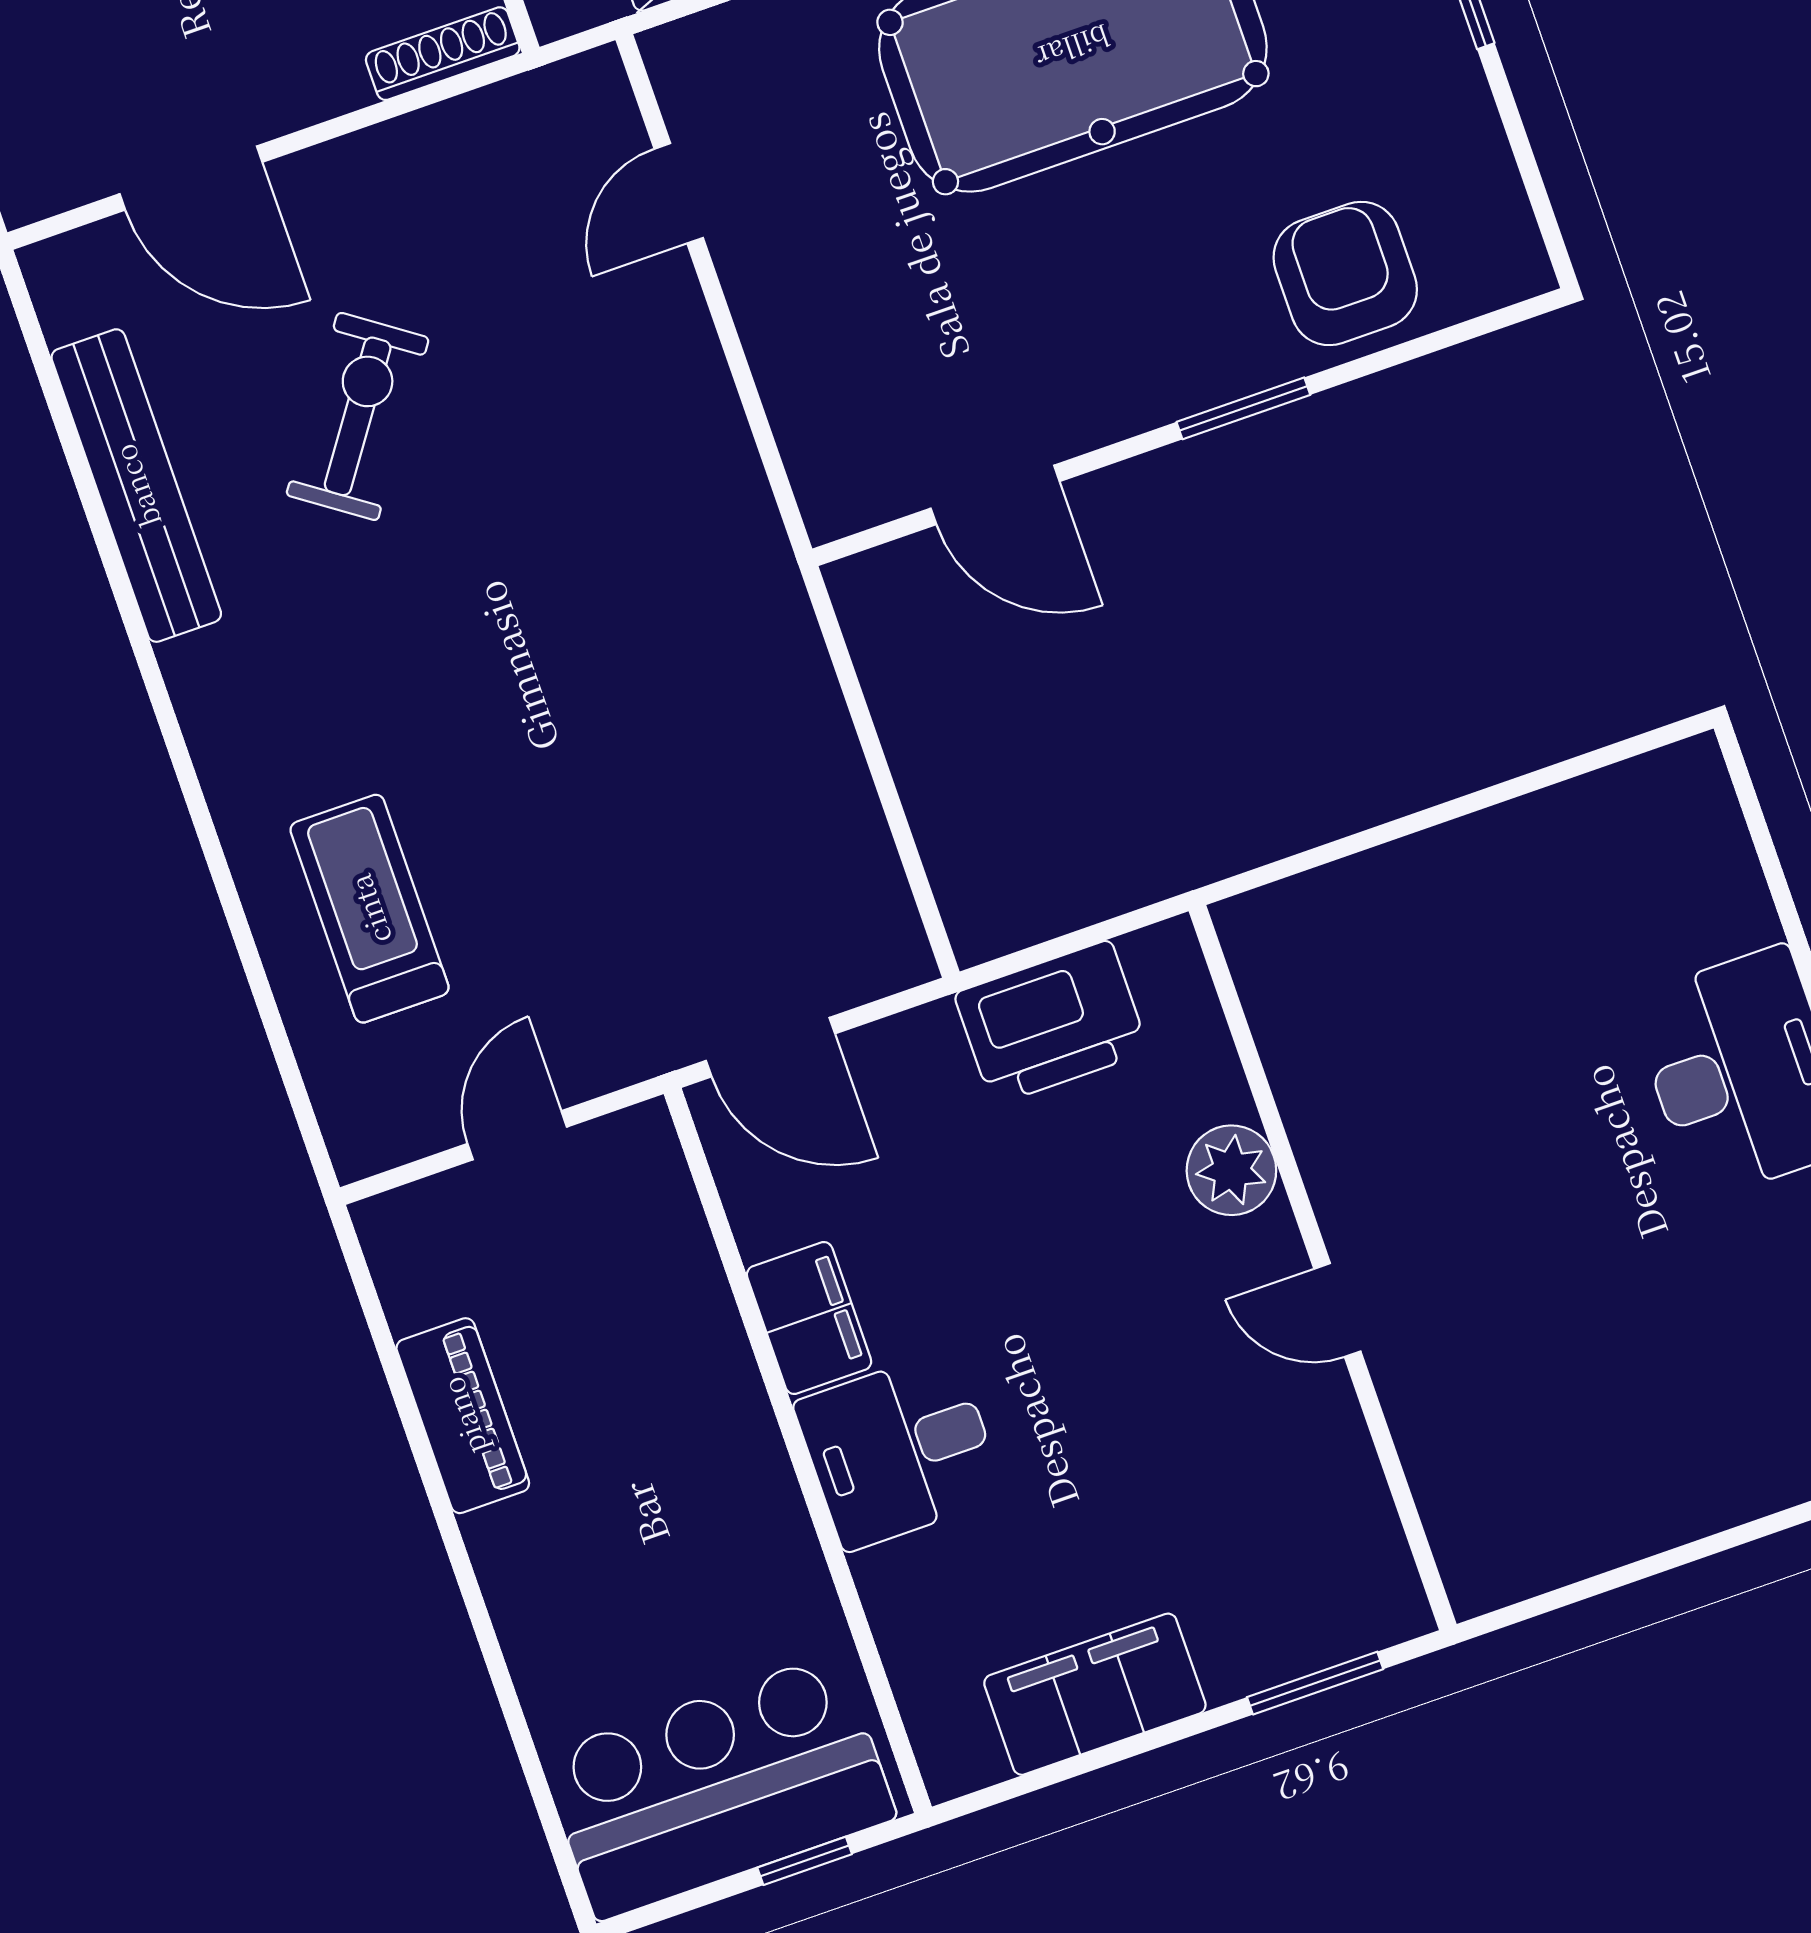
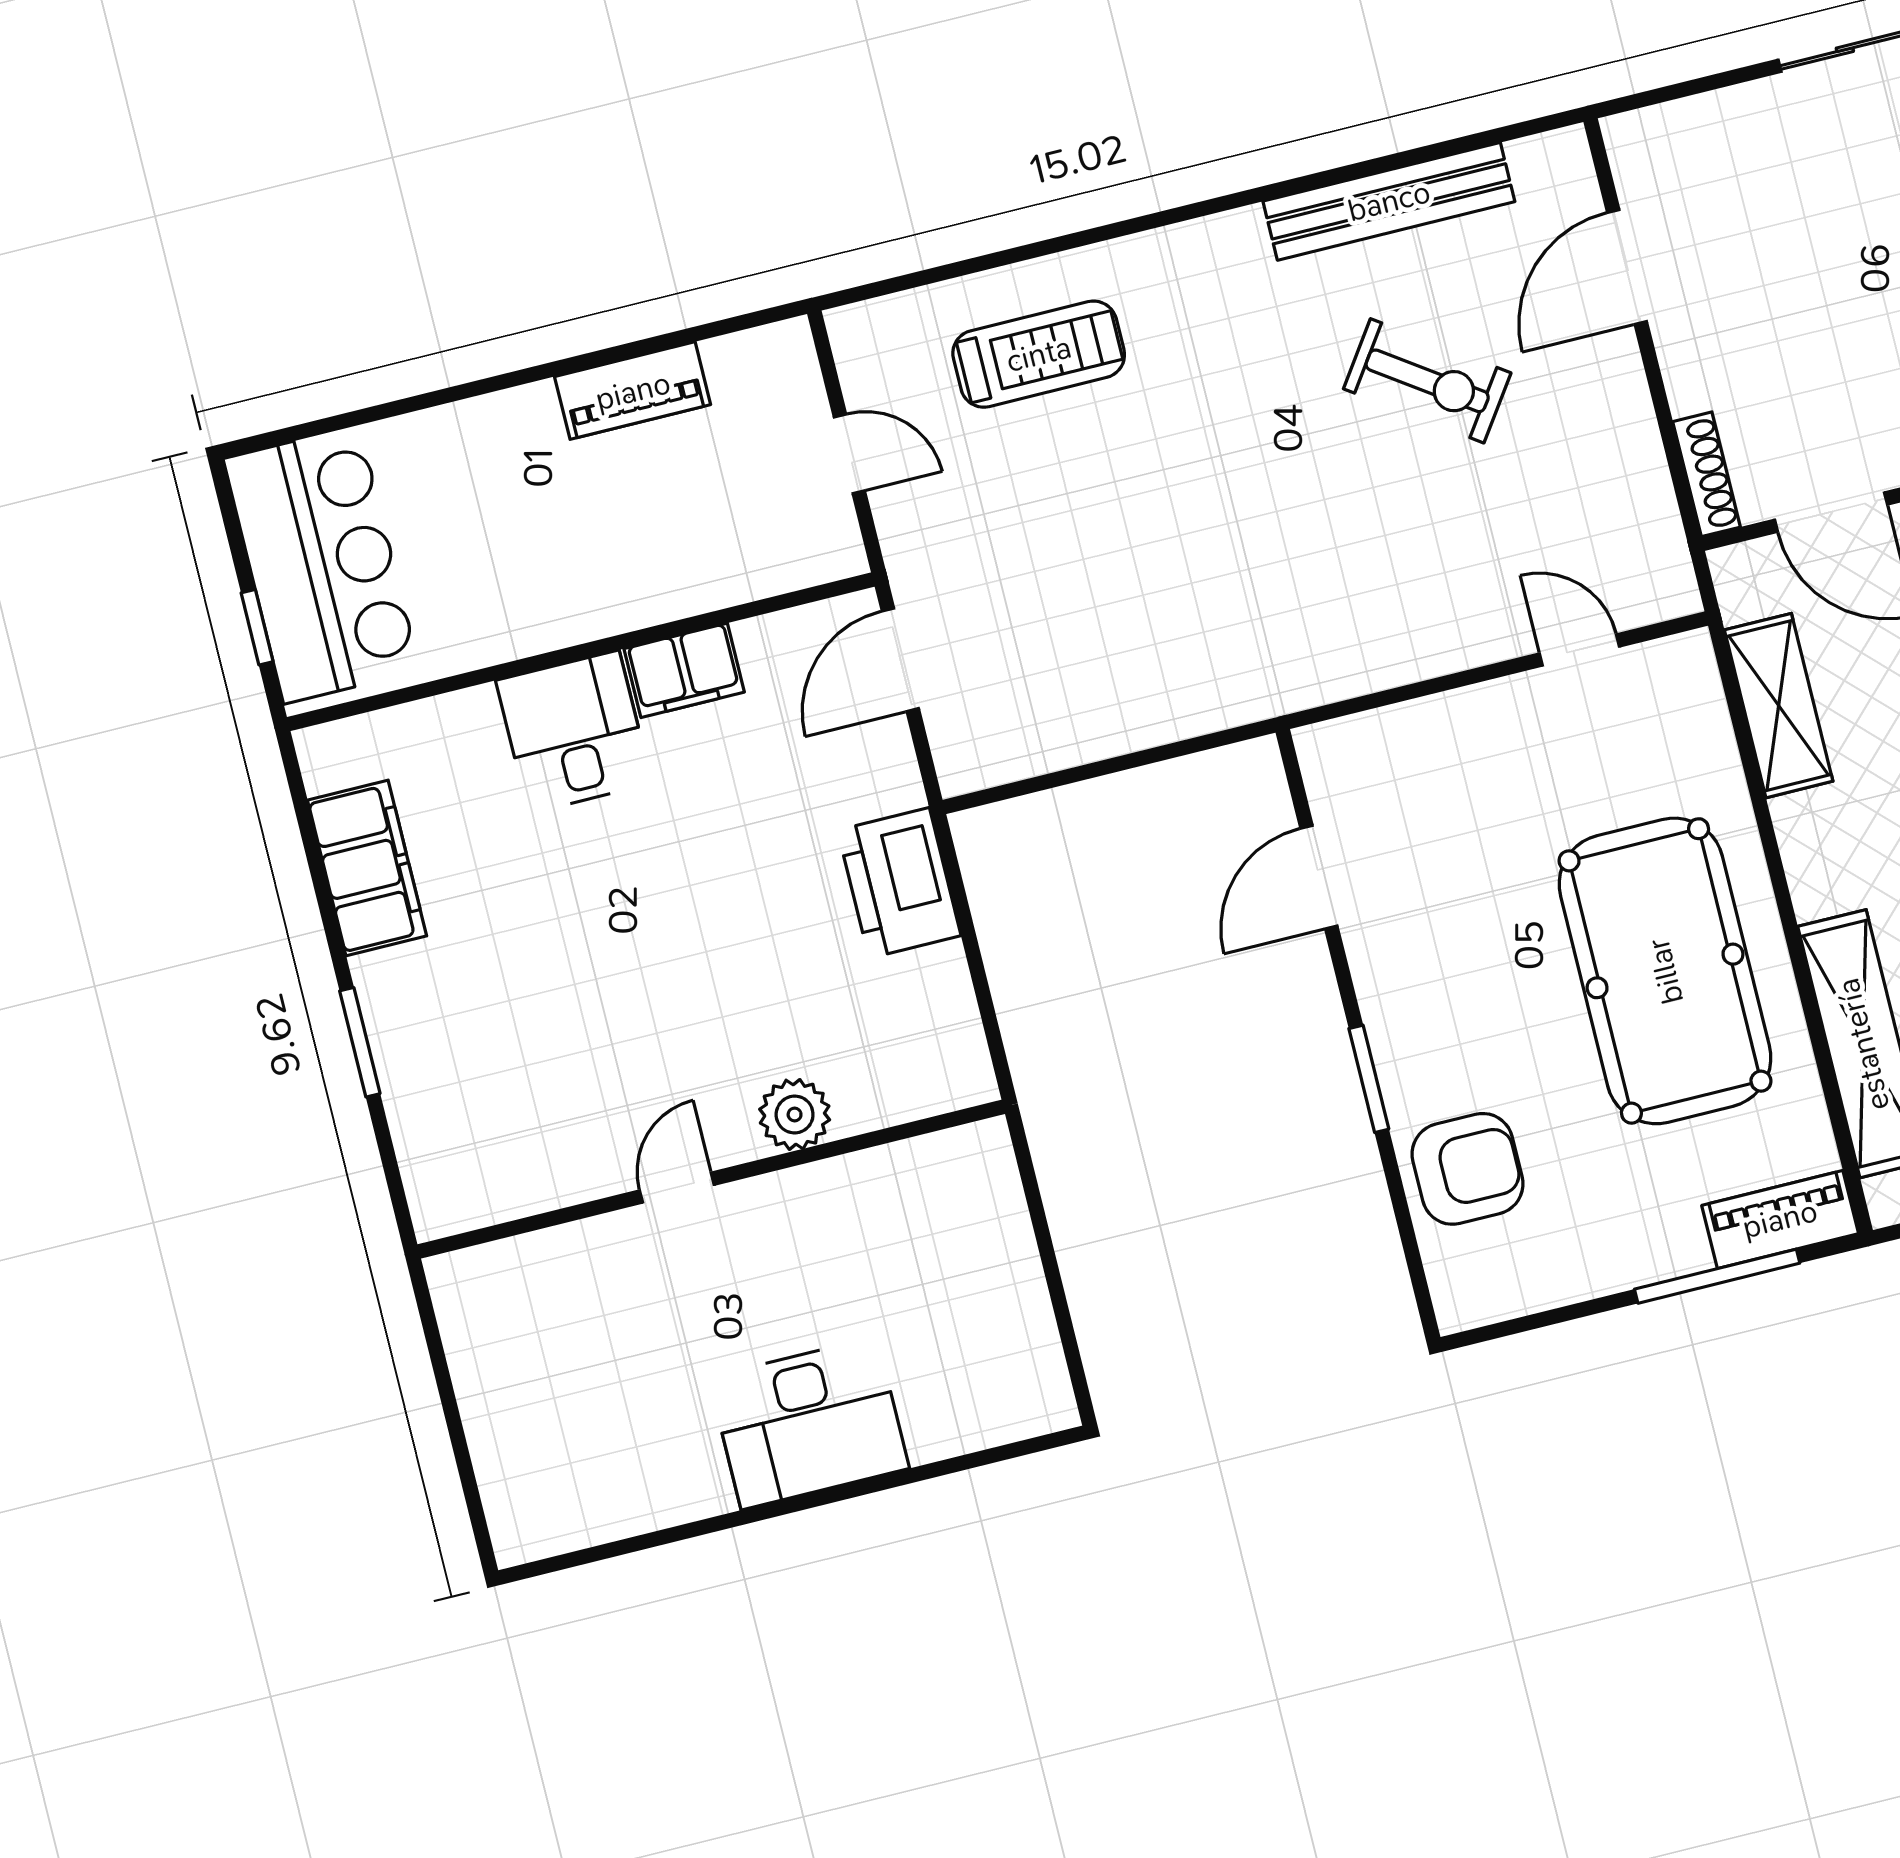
plant: (1231, 1170) -> (795, 1114), moved
wall: (1323, 1268) -> (711, 1179), moved
door: (1337, 1310) -> (677, 1188), moved

